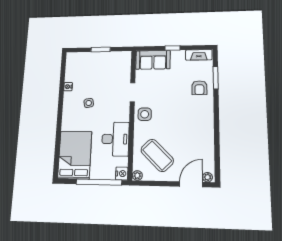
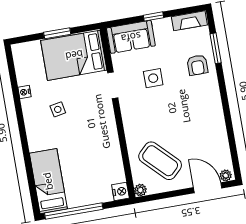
bed: (109, 66) -> (74, 55), added
side table: (145, 114) -> (153, 78), moved
desk: (115, 139) -> (103, 150), removed
bed: (75, 155) -> (48, 181), width x0.67
window: (99, 182) -> (74, 211), moved
door: (191, 184) -> (208, 188), hinge flipped

